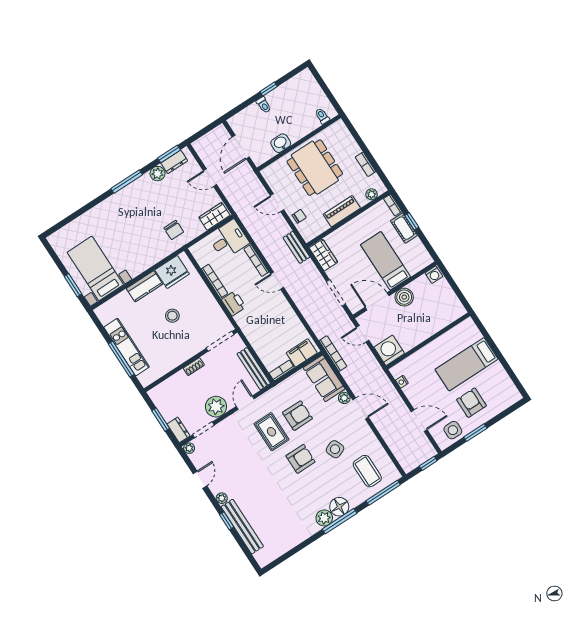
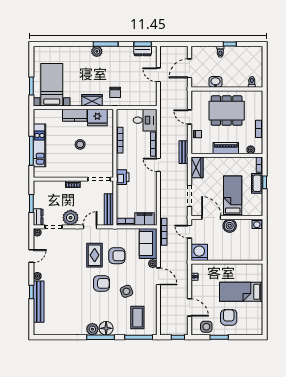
dining table: (315, 168) -> (227, 111), turned 90
plant: (157, 174) -> (97, 51), moved
wardrobe: (214, 216) -> (92, 100), moved
printer: (234, 303) -> (123, 177), moved

